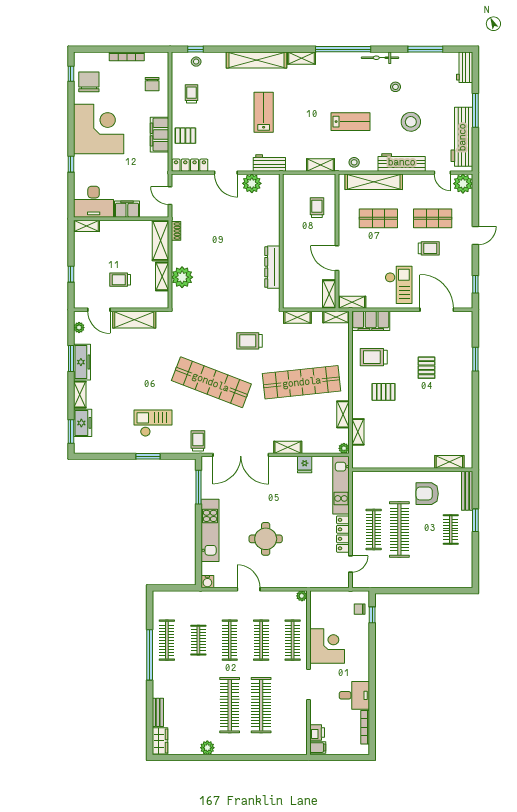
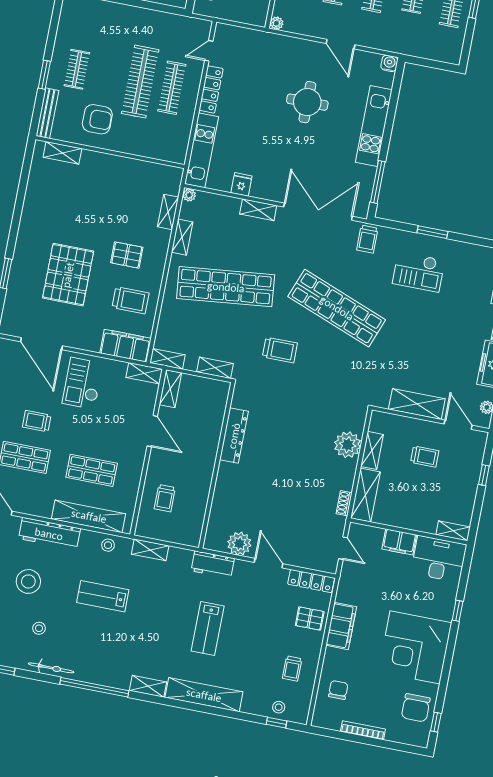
pallet: (426, 368) -> (68, 275), width x2.05, depth x2.00

